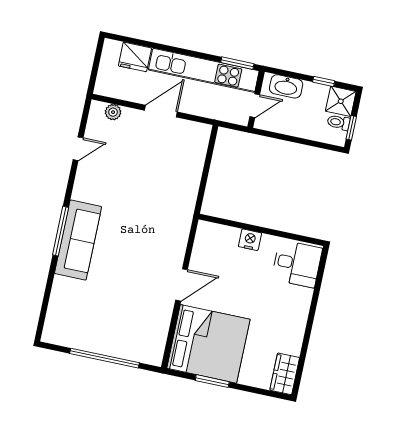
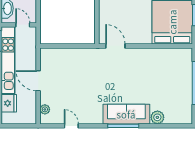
nightstand: (250, 240) -> (104, 11), removed
door: (182, 285) -> (115, 46), moved
plant: (63, 288) -> (157, 117), added

